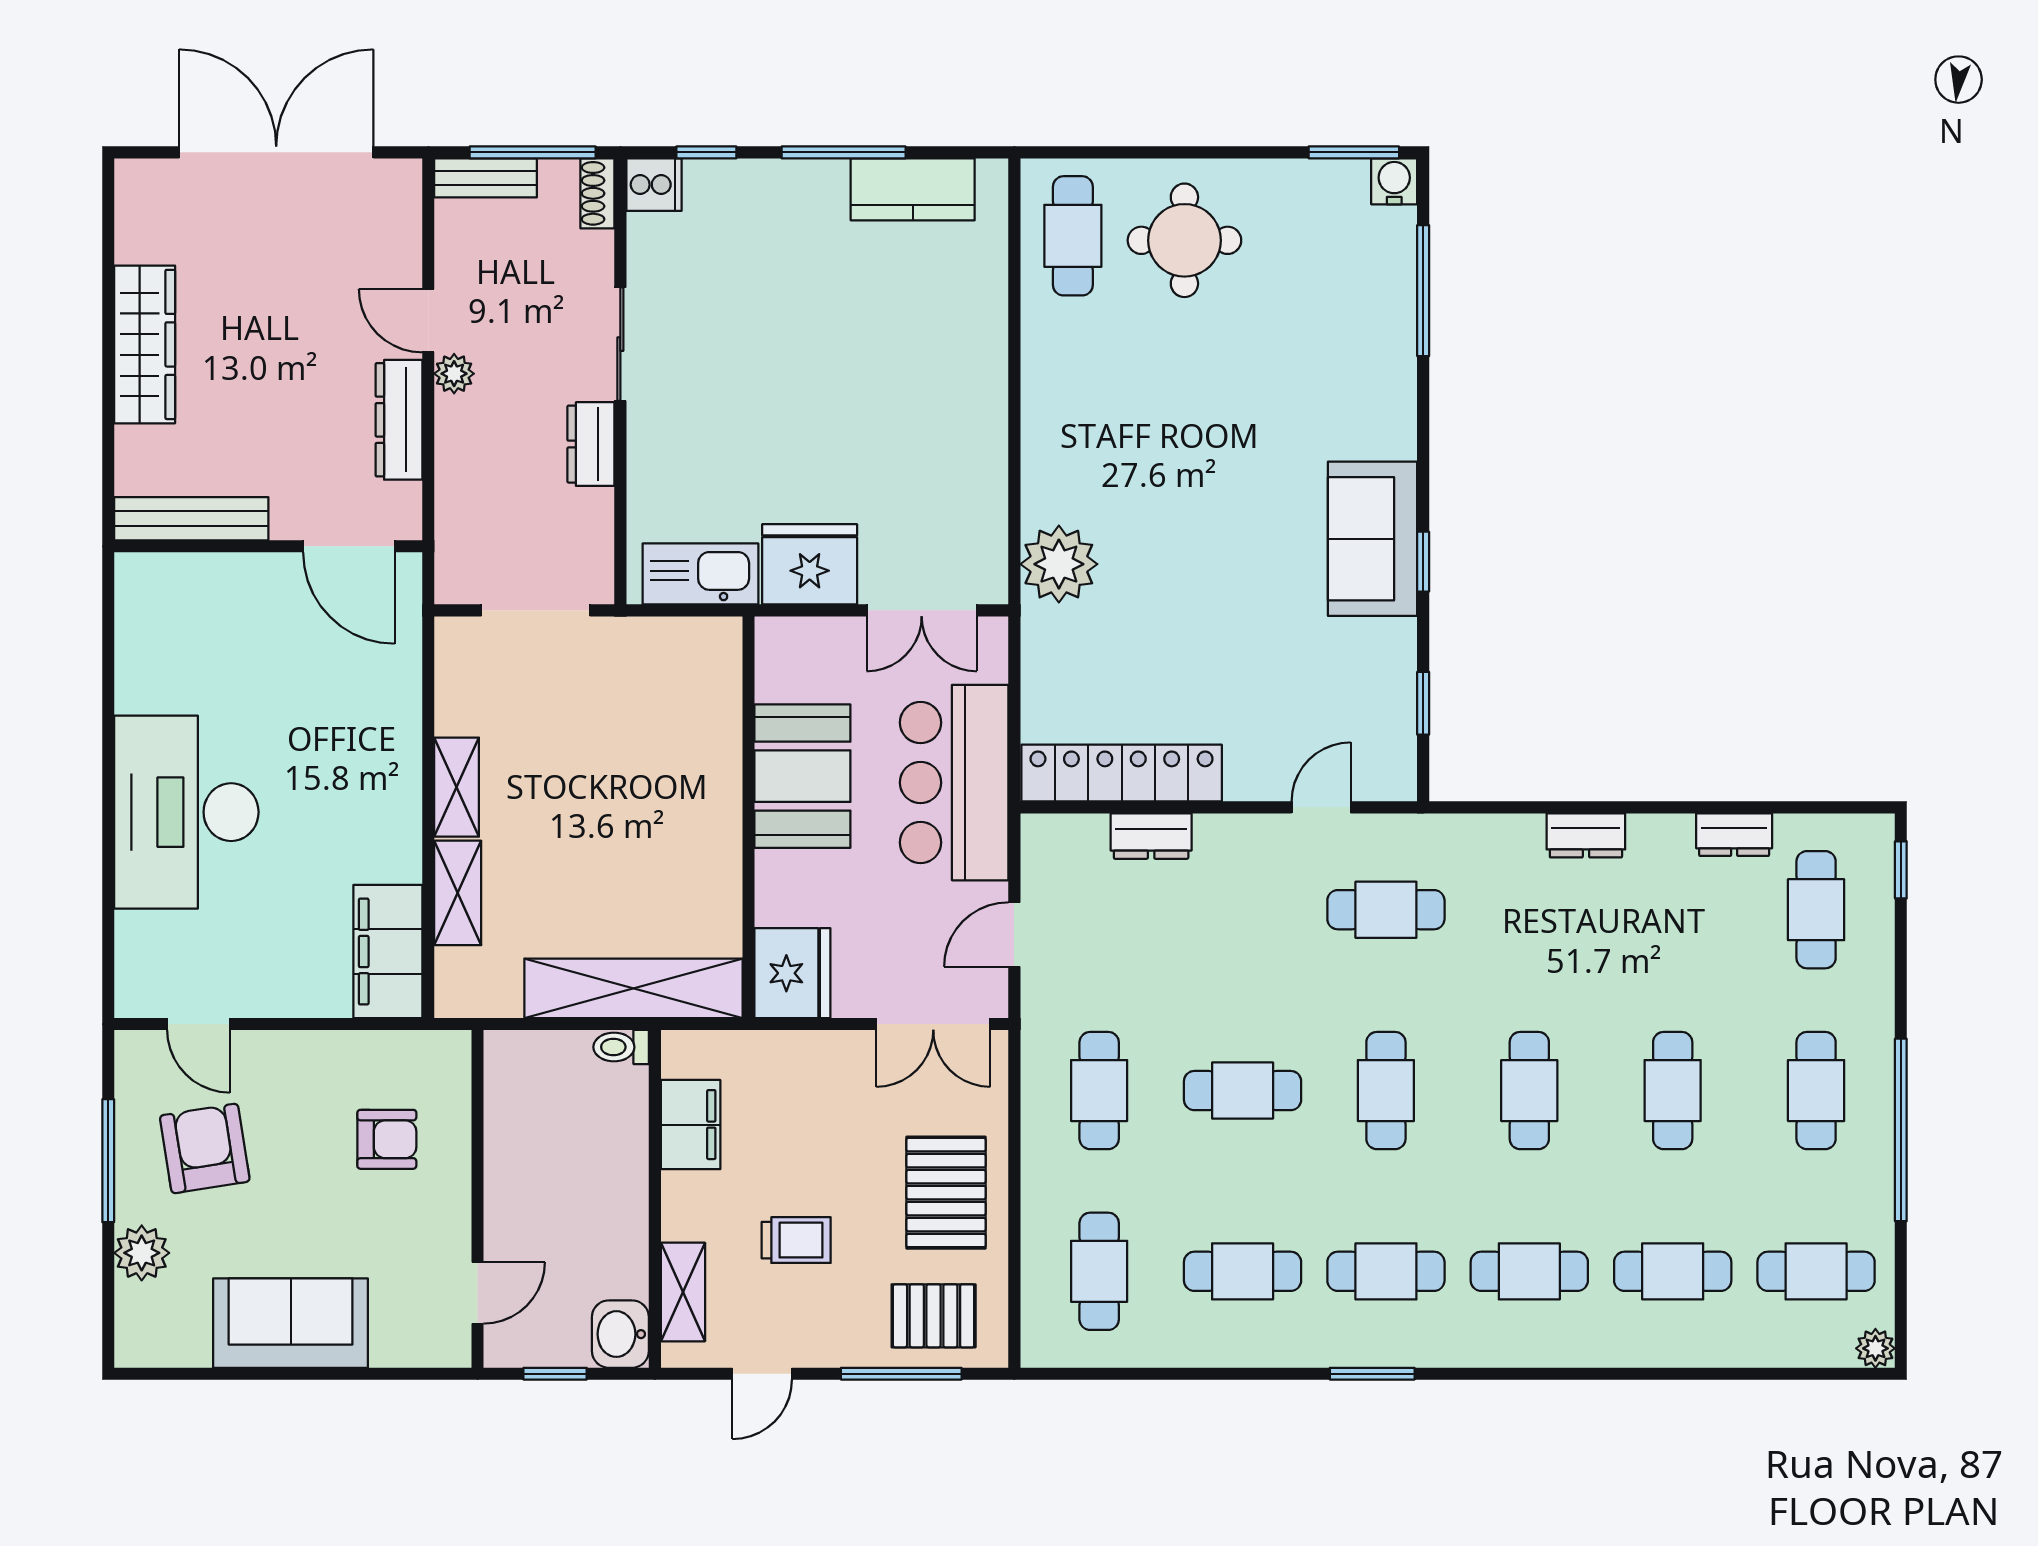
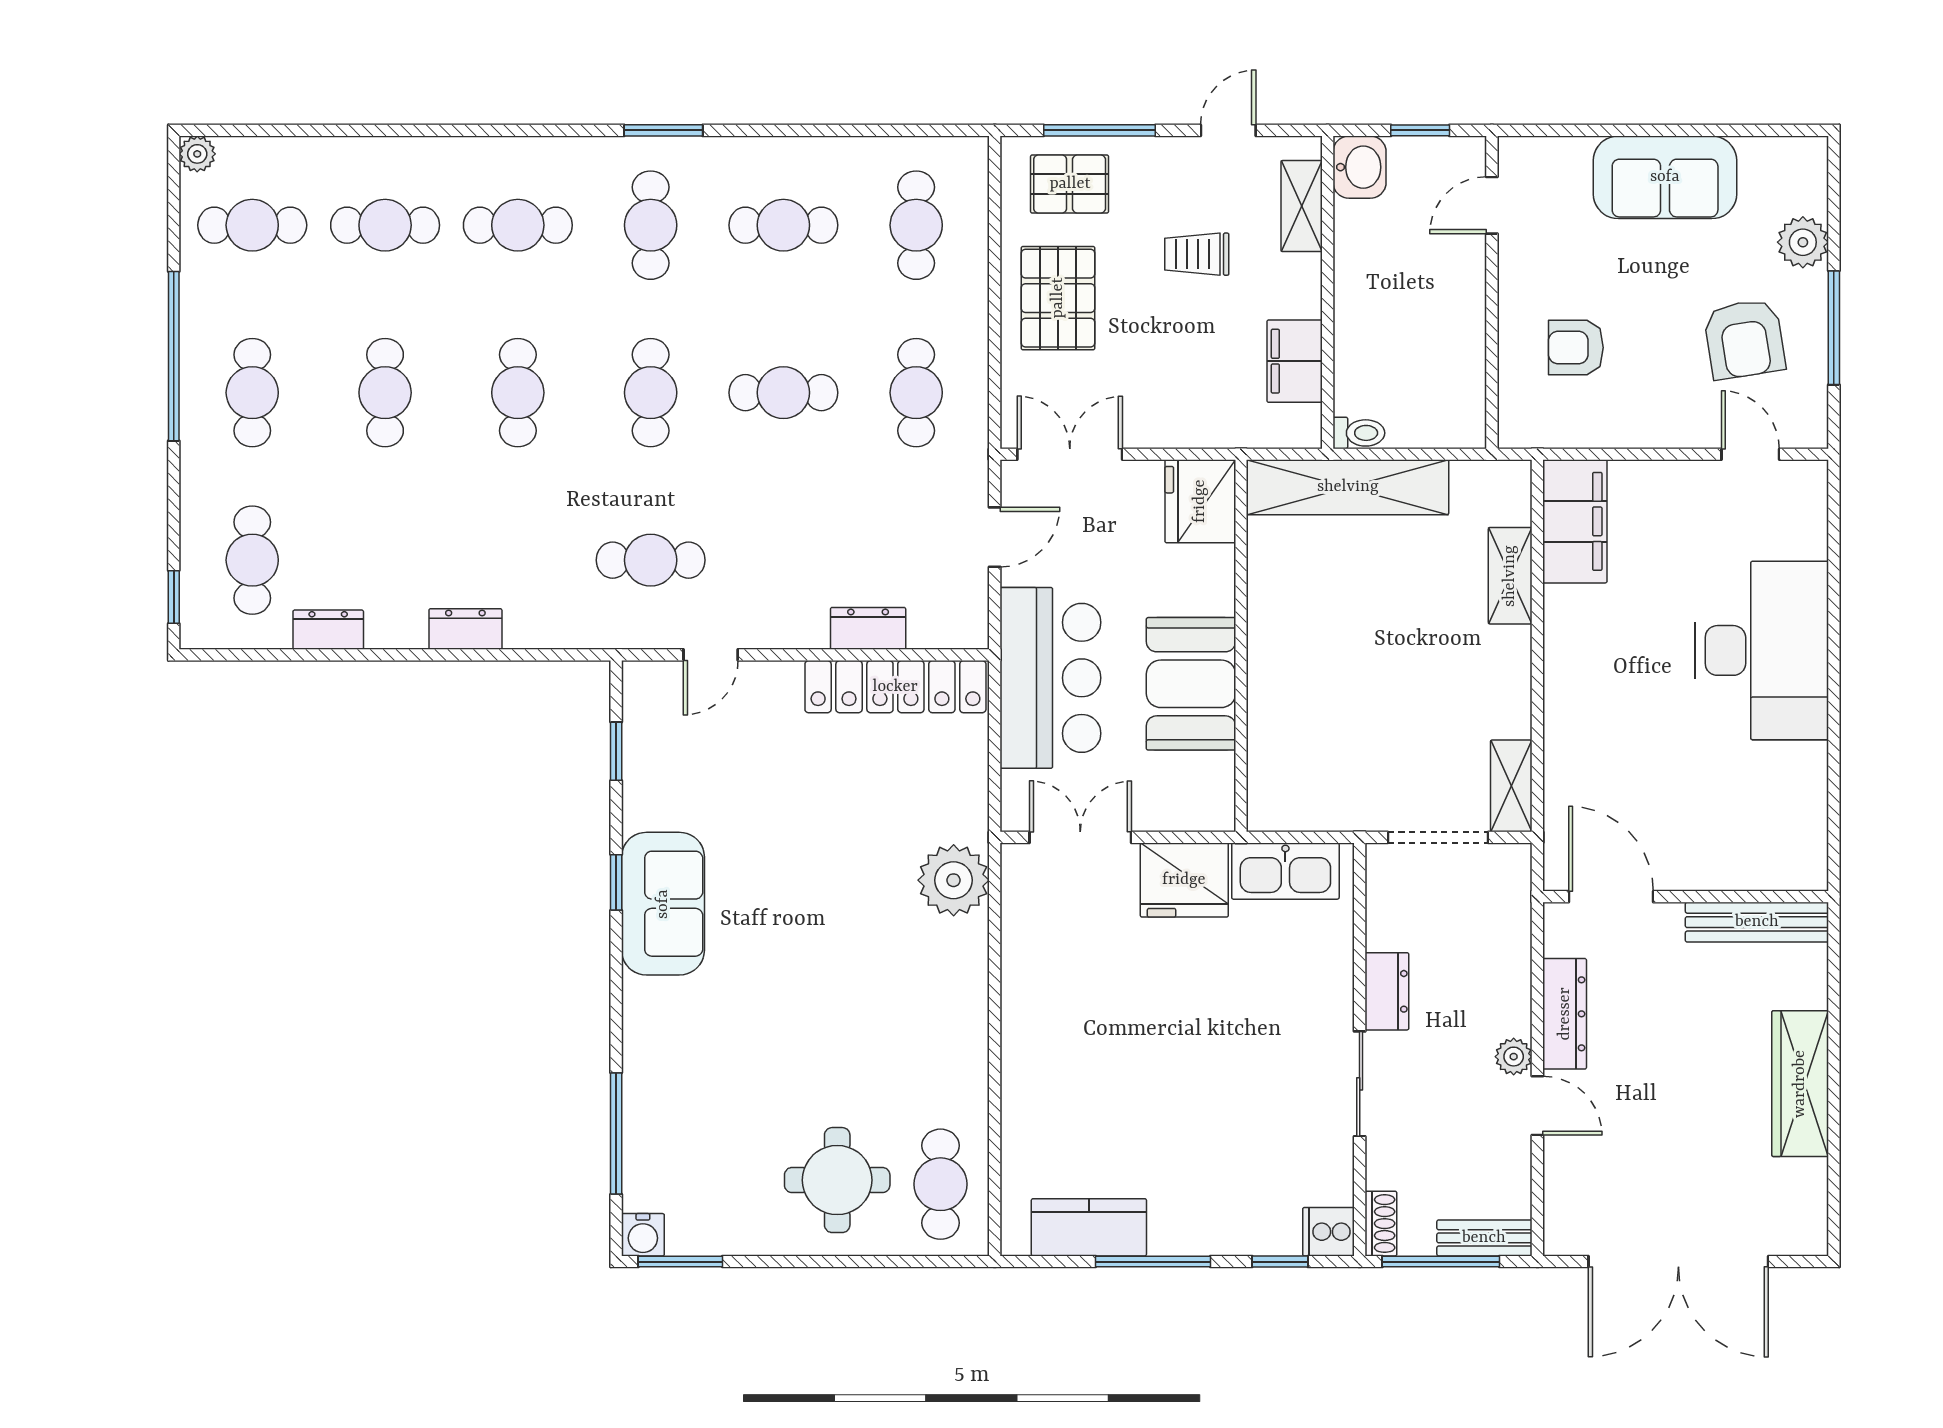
shelving: (457, 787) -> (1511, 786), moved
cafe table: (1386, 1271) -> (651, 225), turned 90

